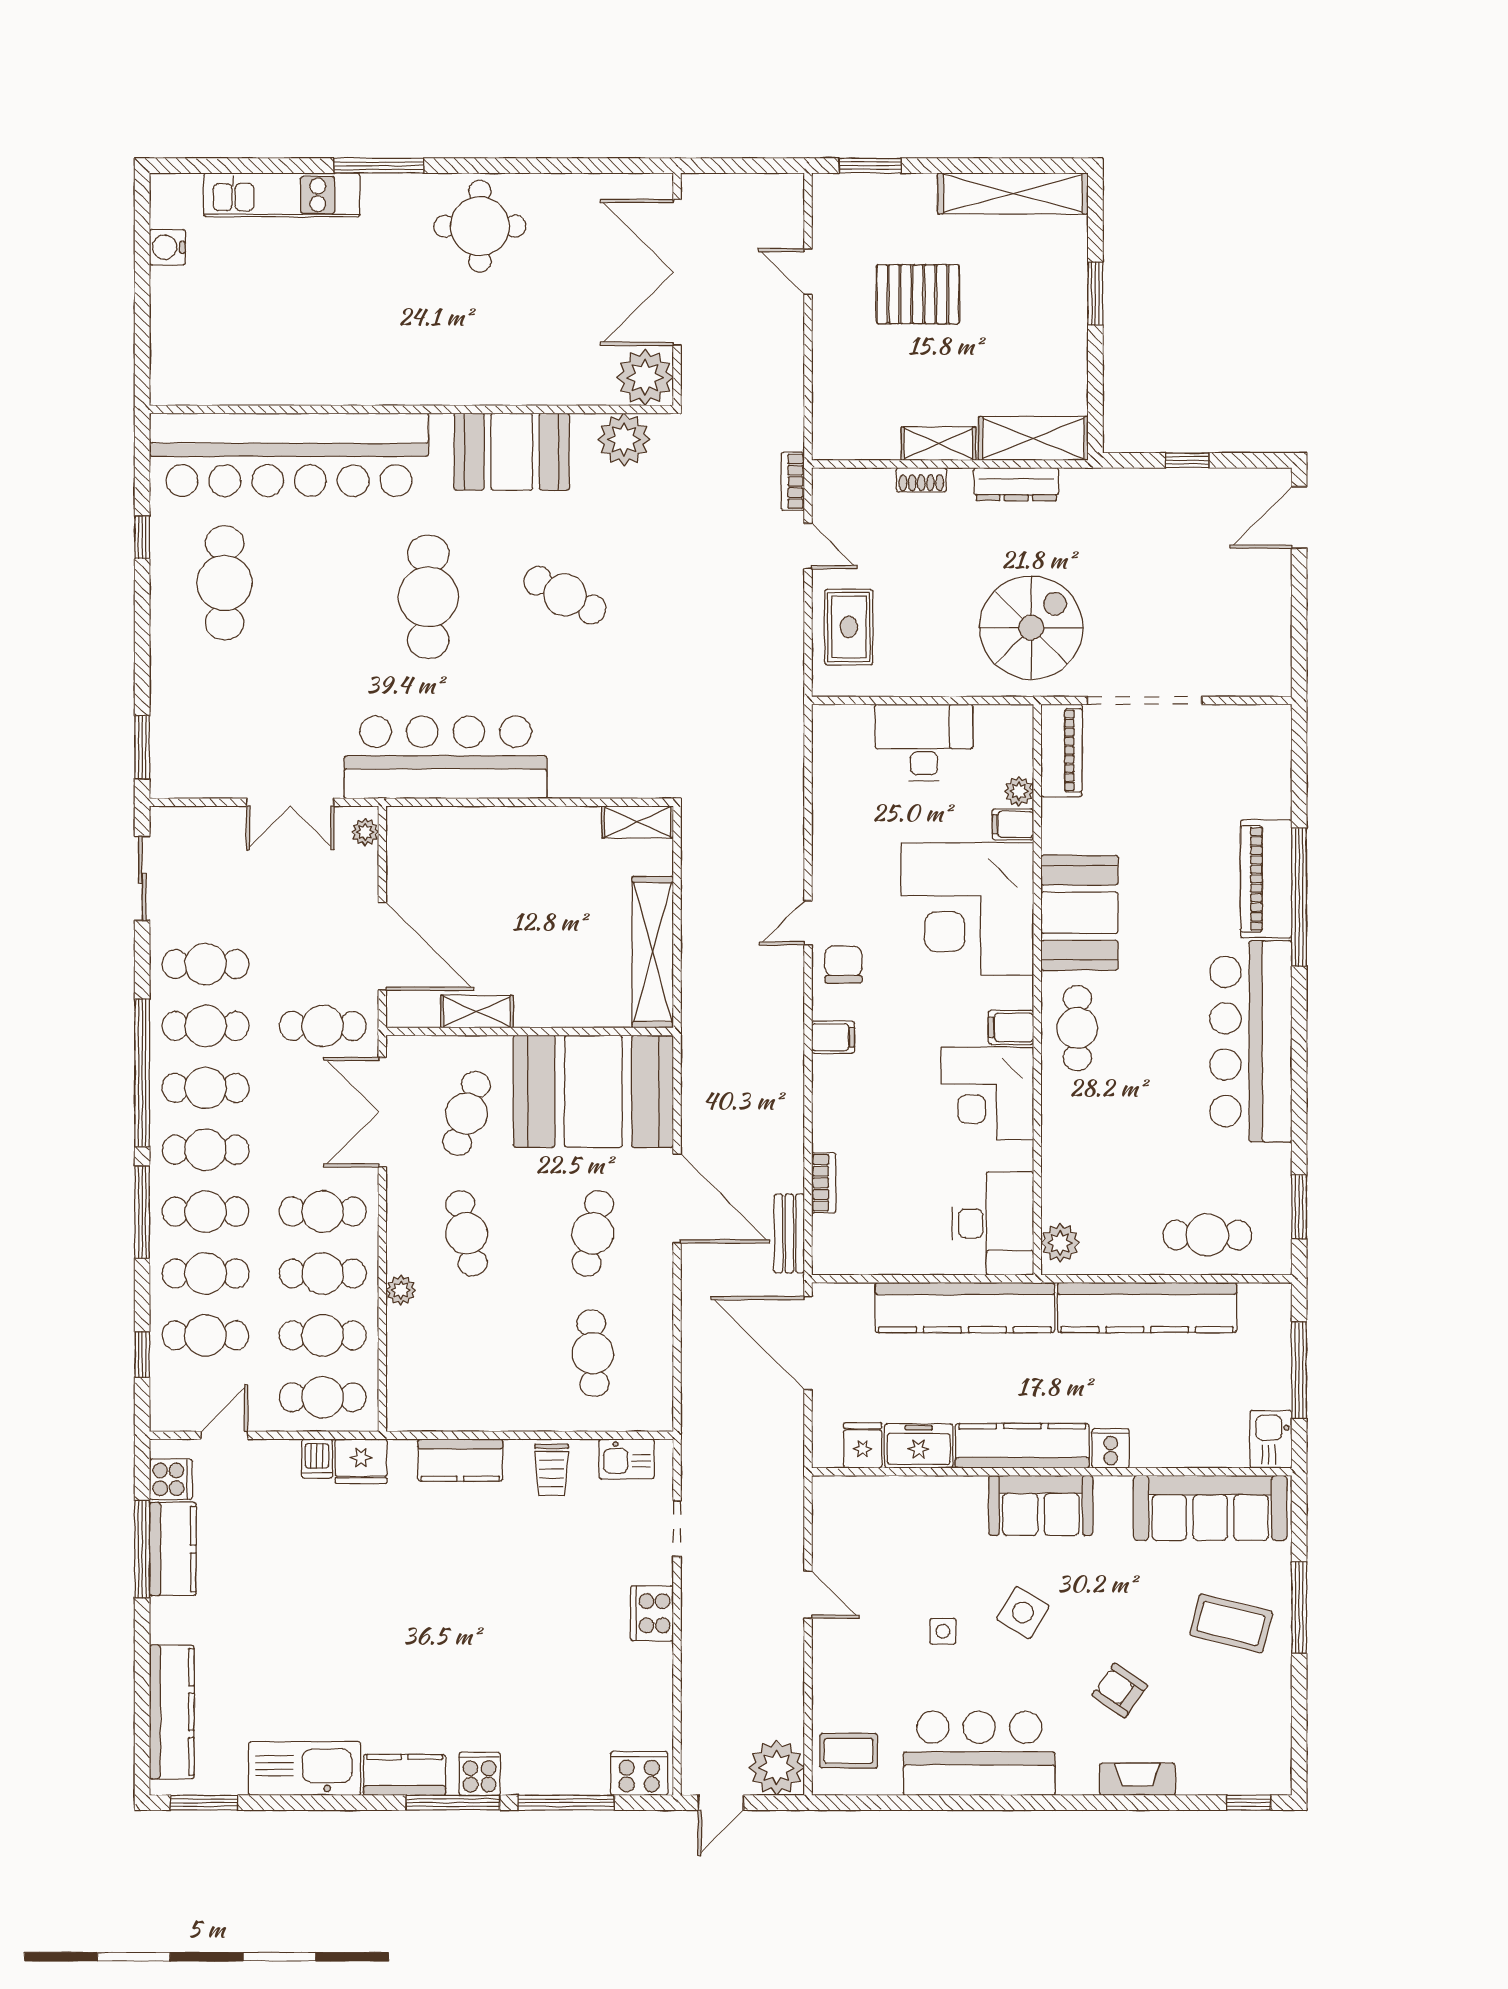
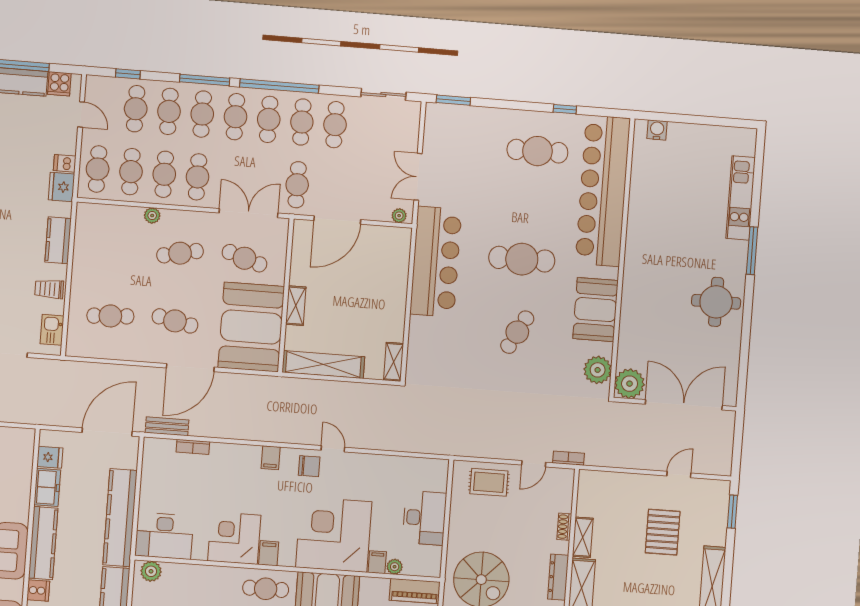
water cooler: (167, 247) -> (657, 130), moved
shelving: (477, 1012) -> (296, 306), moved

